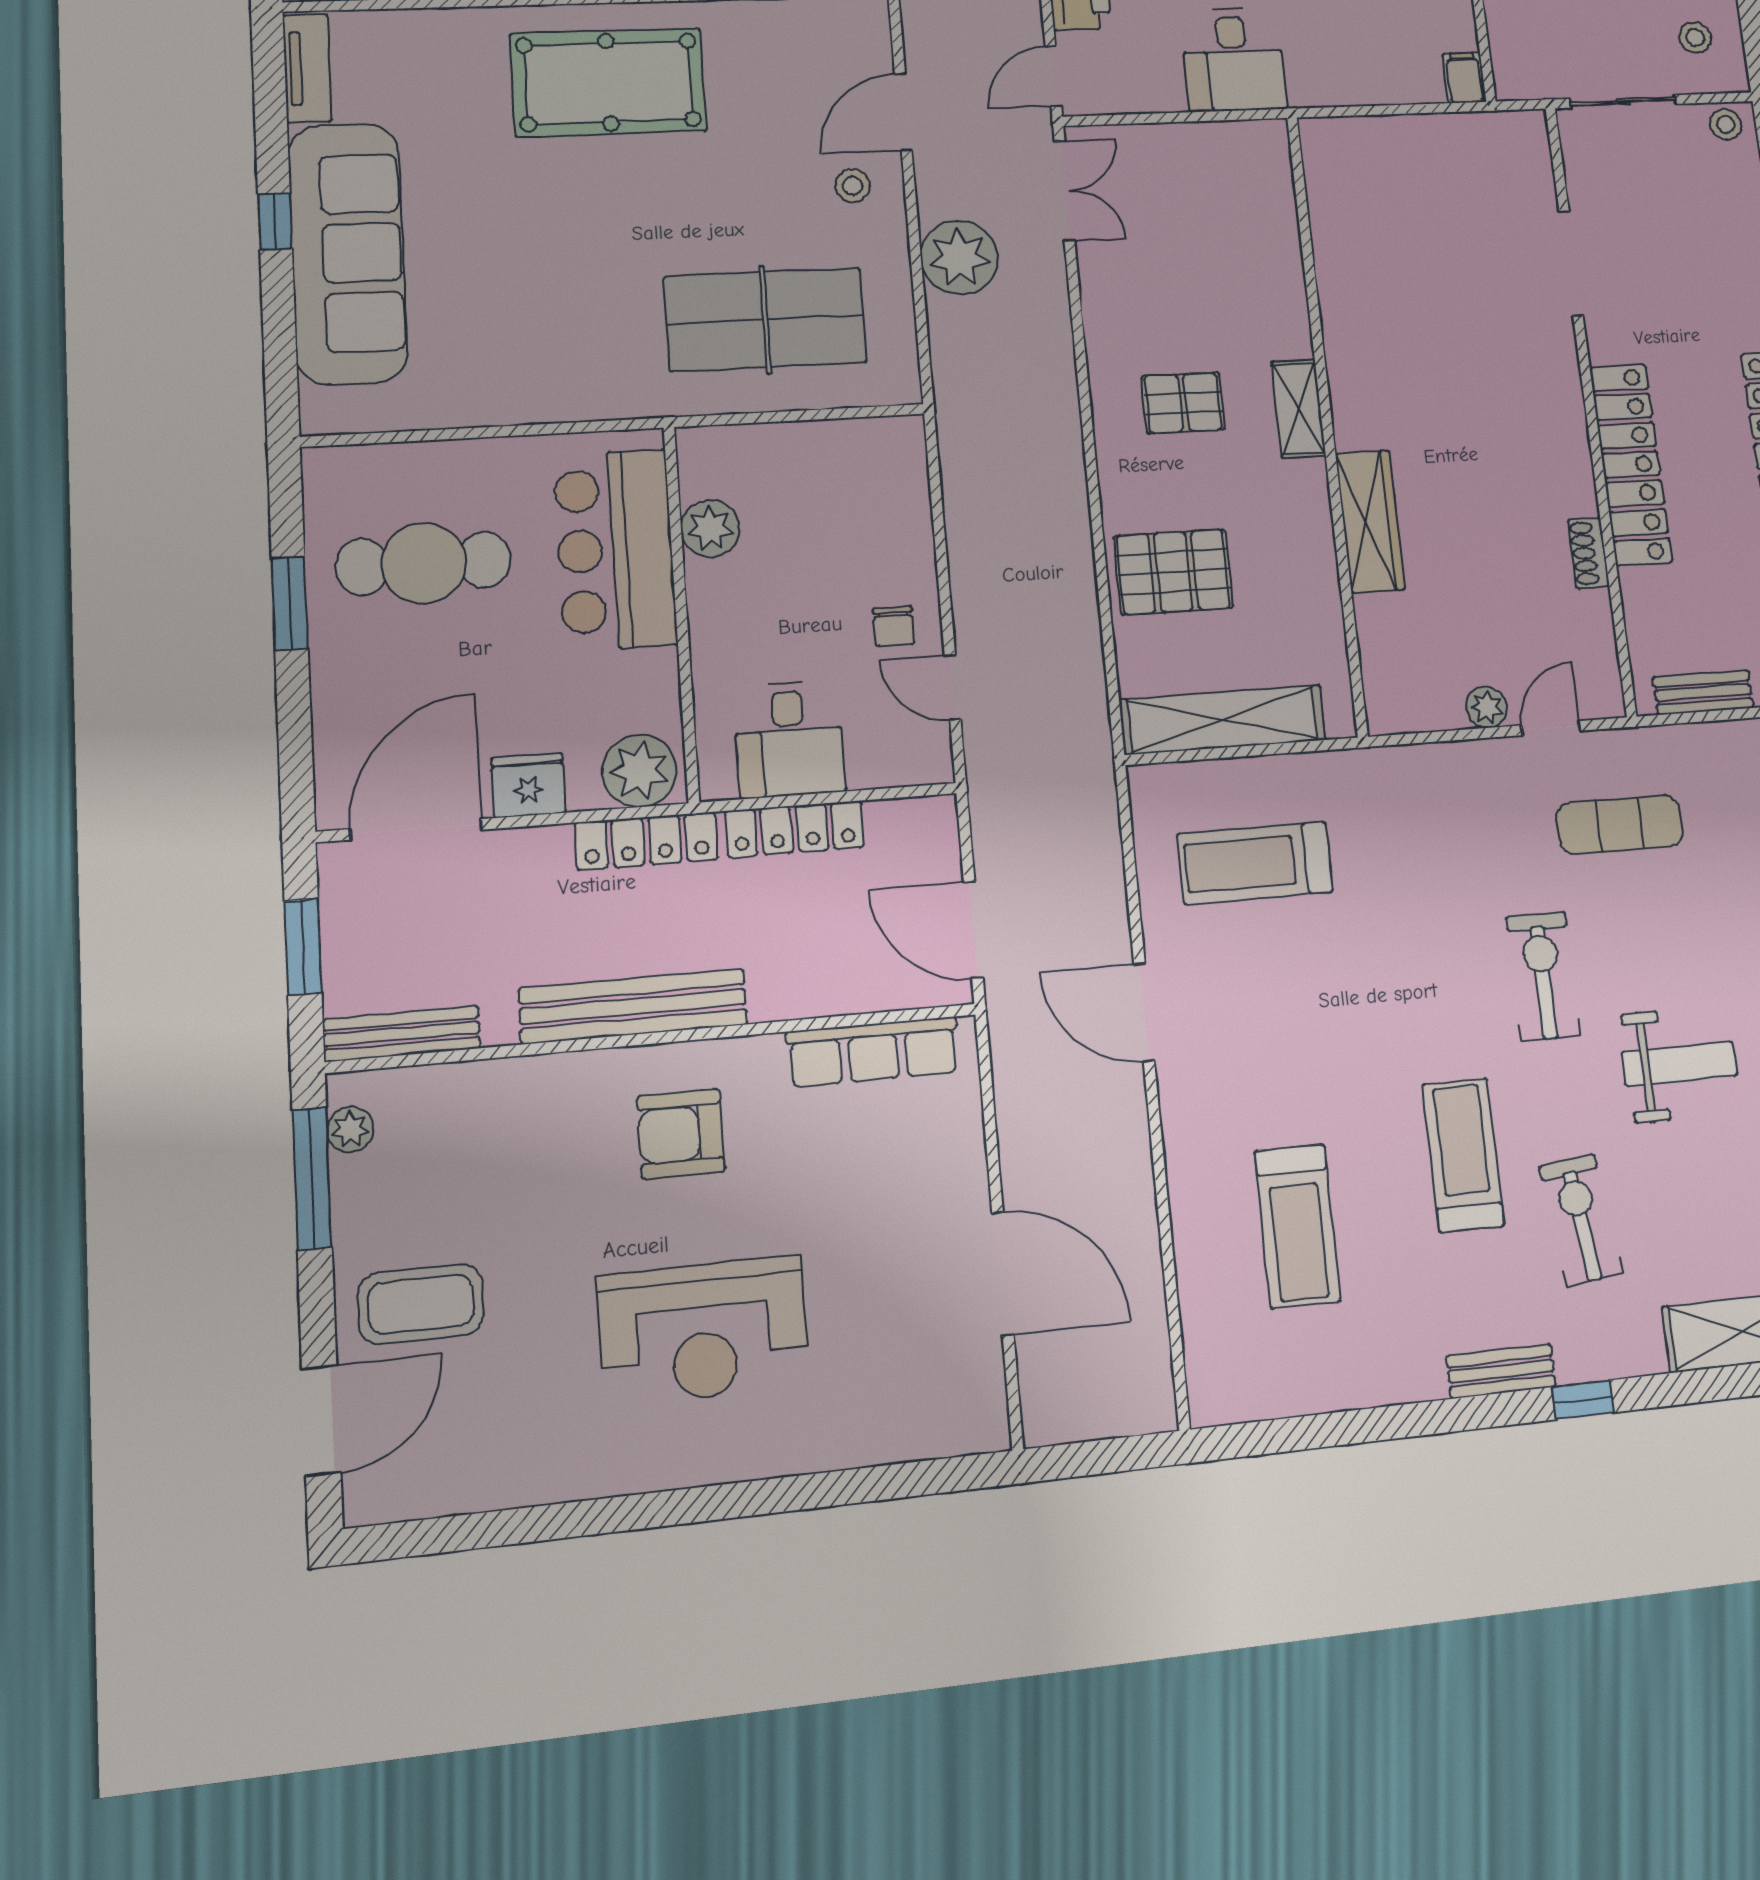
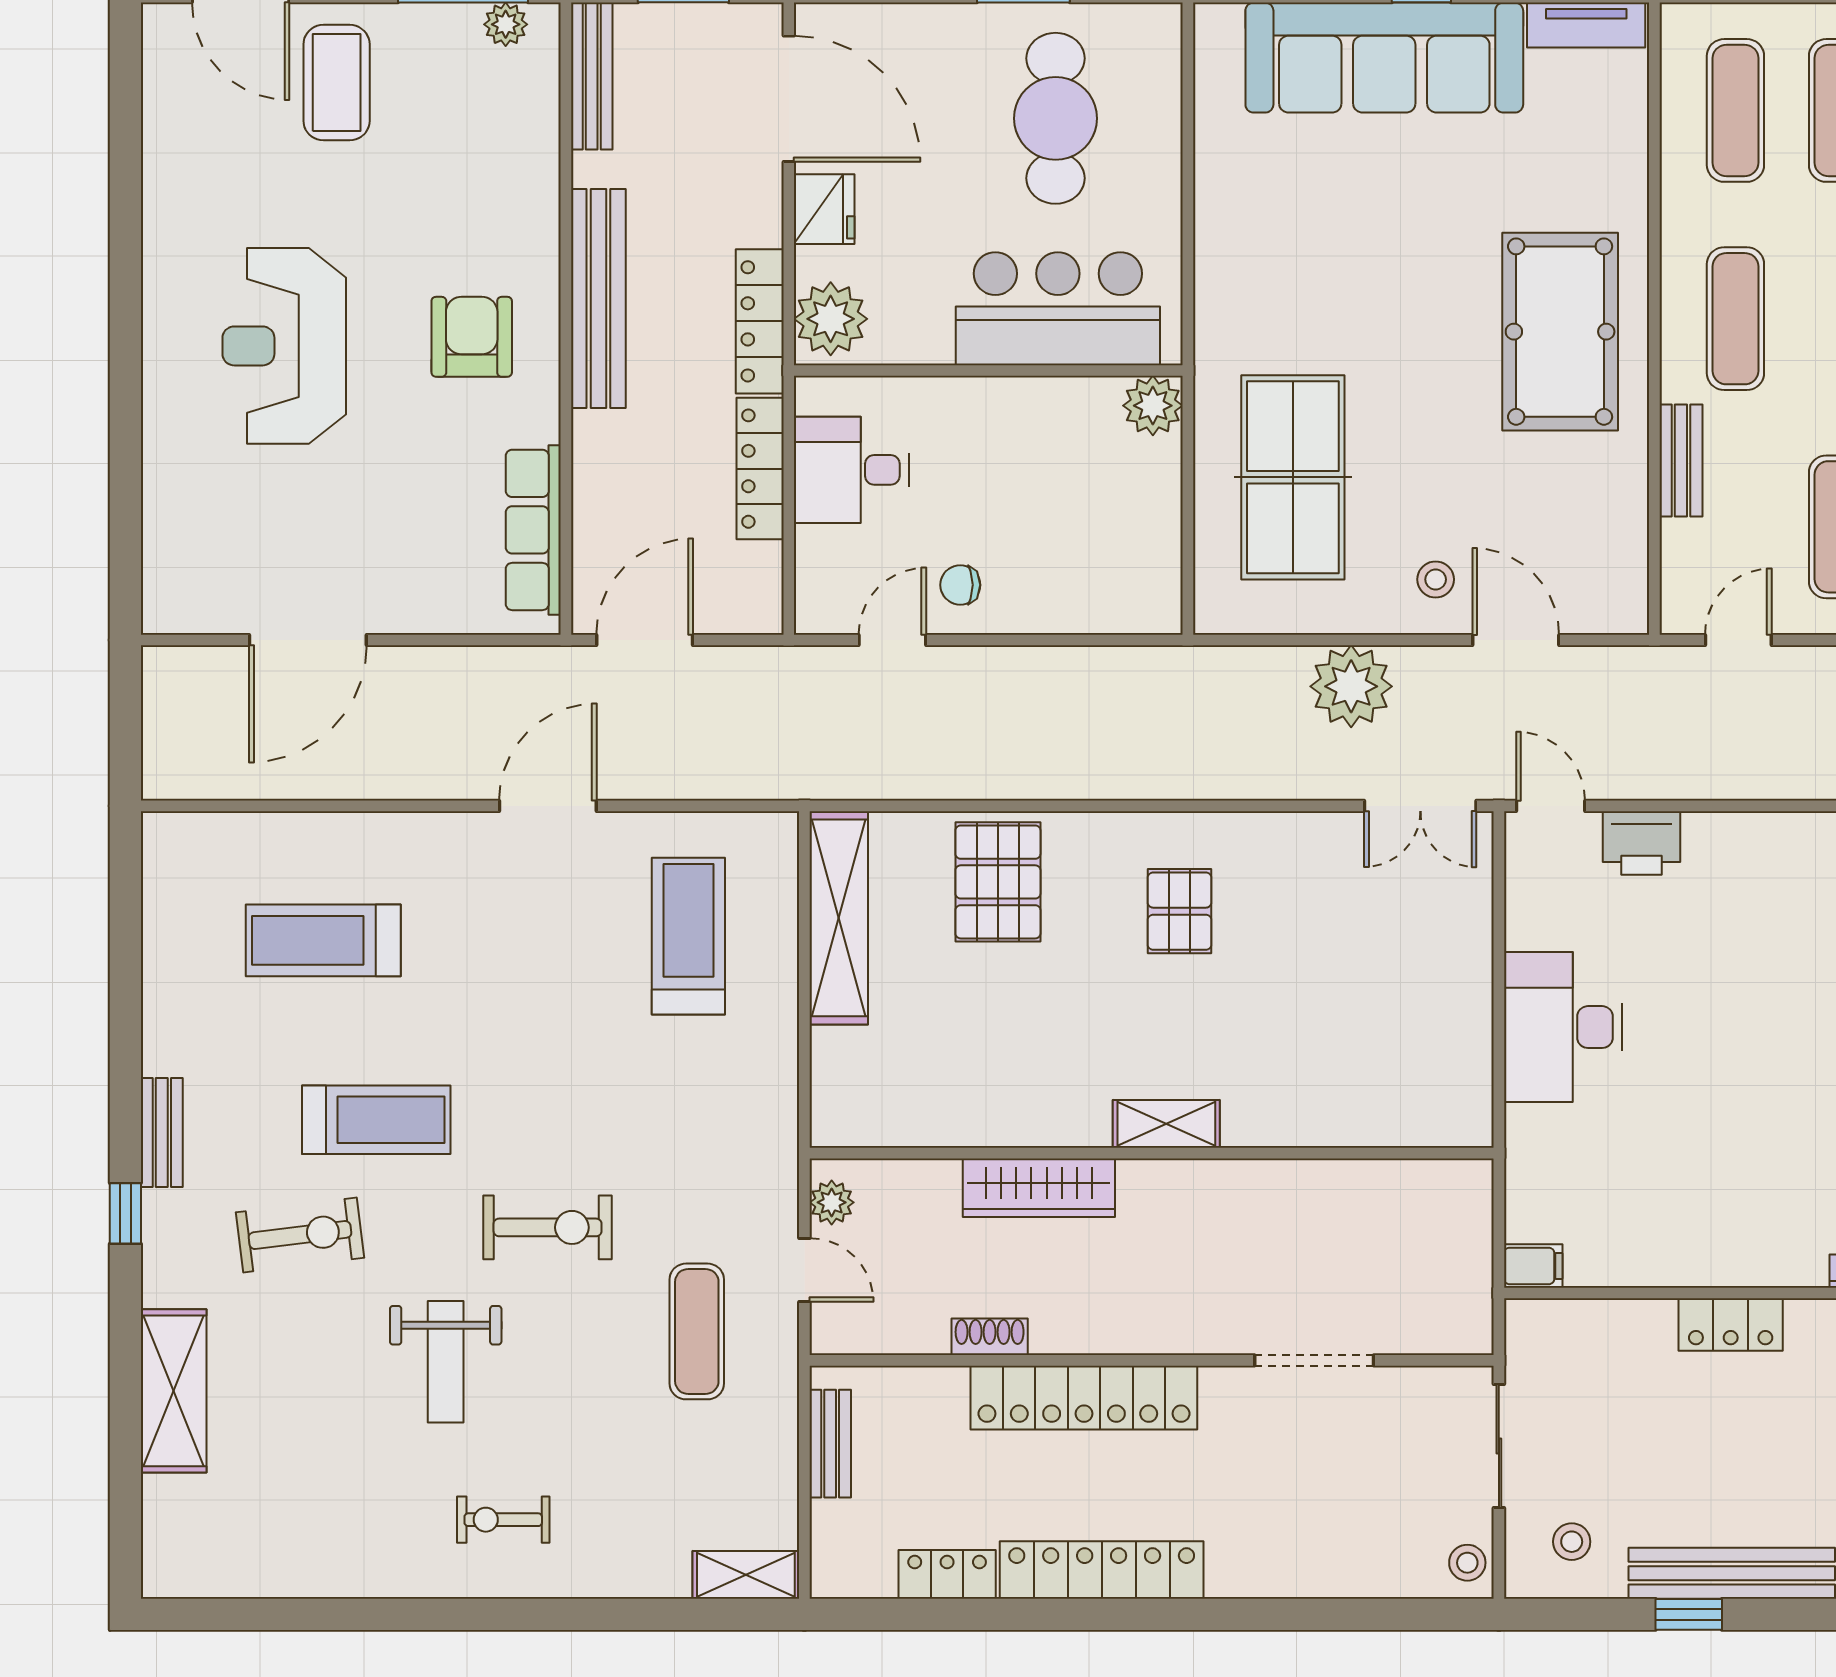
desk: (1233, 60) -> (1563, 1027), width x1.37
shelving: (1299, 409) -> (1166, 1124), moved
wall: (1327, 421) -> (1152, 1153), moved
wardrobe: (1370, 521) -> (1039, 1188), moved
plant: (710, 529) -> (1153, 406), moved

